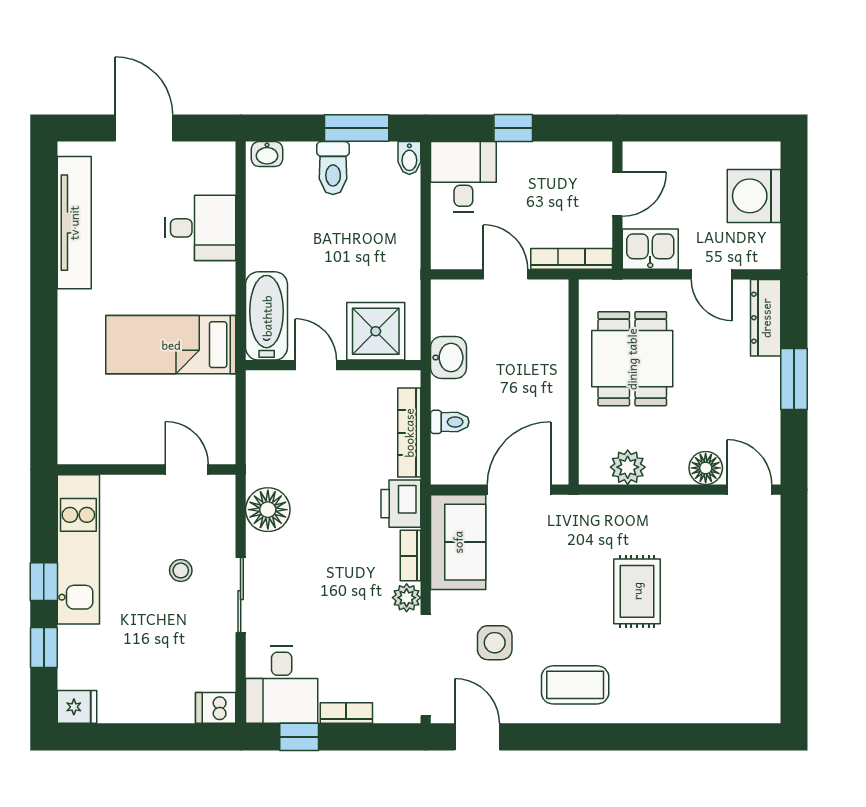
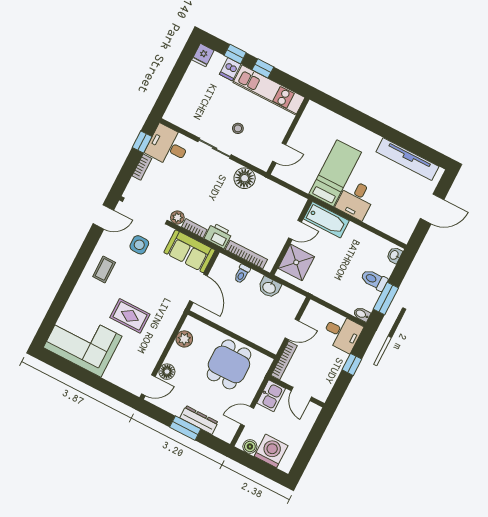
desk: (200, 228) -> (356, 200), moved
boiler: (766, 240) -> (250, 447), added
dresser: (766, 318) -> (199, 420), moved
dining table: (632, 359) -> (229, 364), turned 90
corner sofa: (732, 655) -> (83, 342), added
coffee table: (575, 685) -> (104, 269), width x0.73, depth x0.77
dishwasher: (216, 708) -> (230, 69), moved, turned 180

